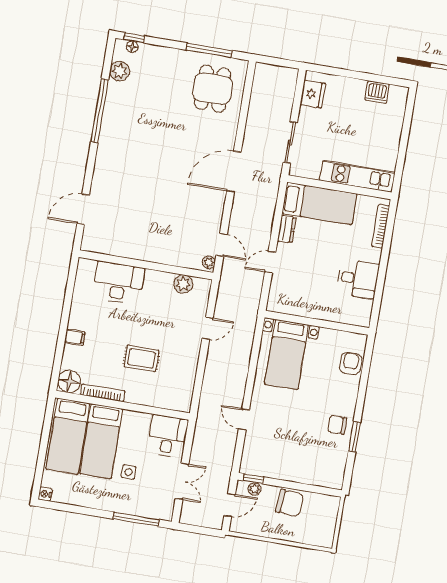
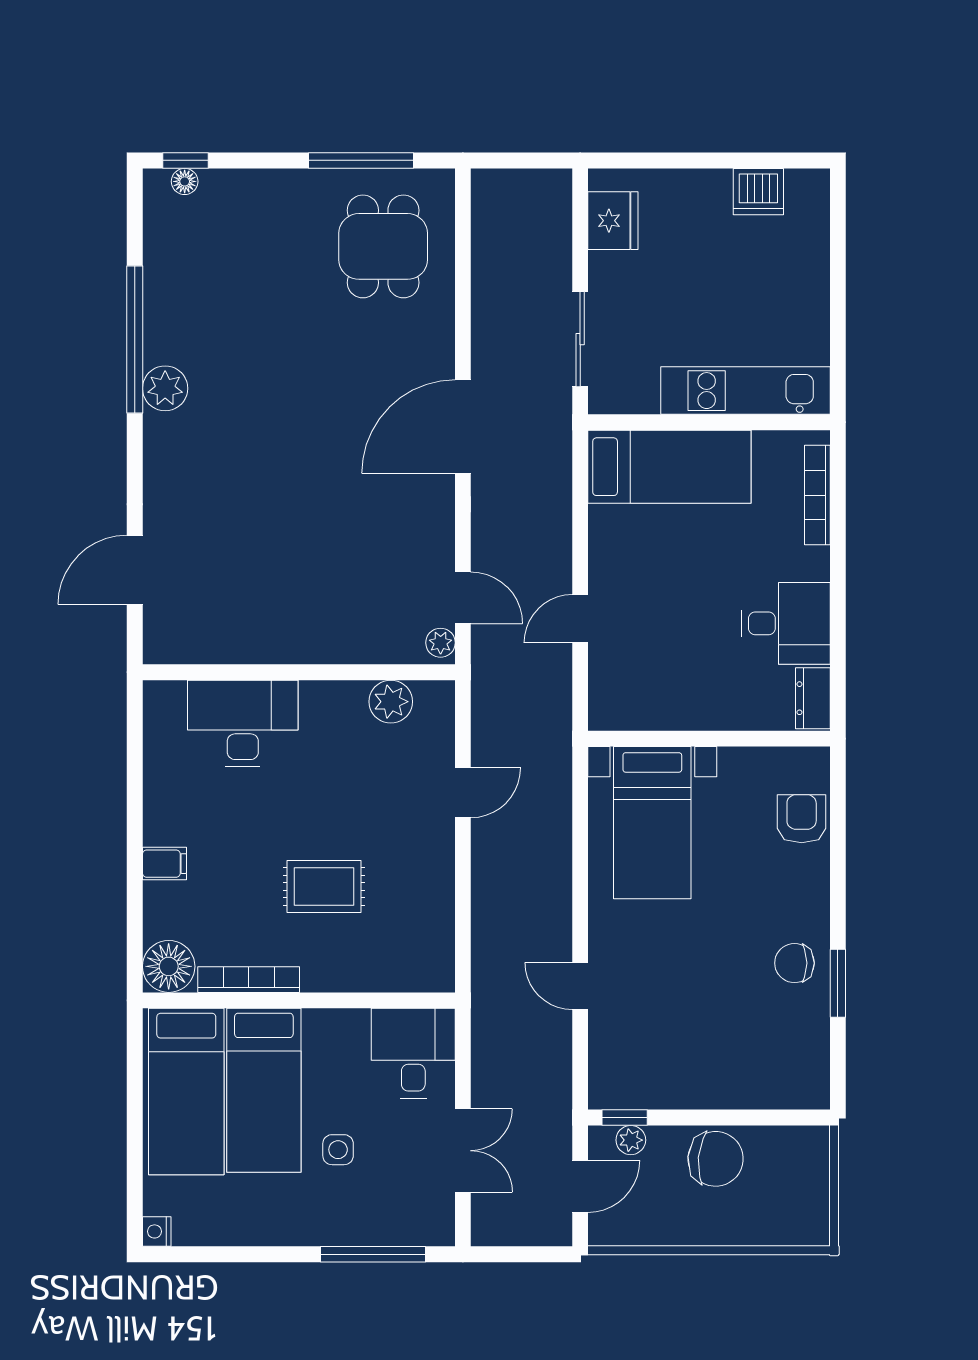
plant: (120, 71) -> (165, 388), moved
dresser: (287, 229) -> (813, 698), moved, turned 180

